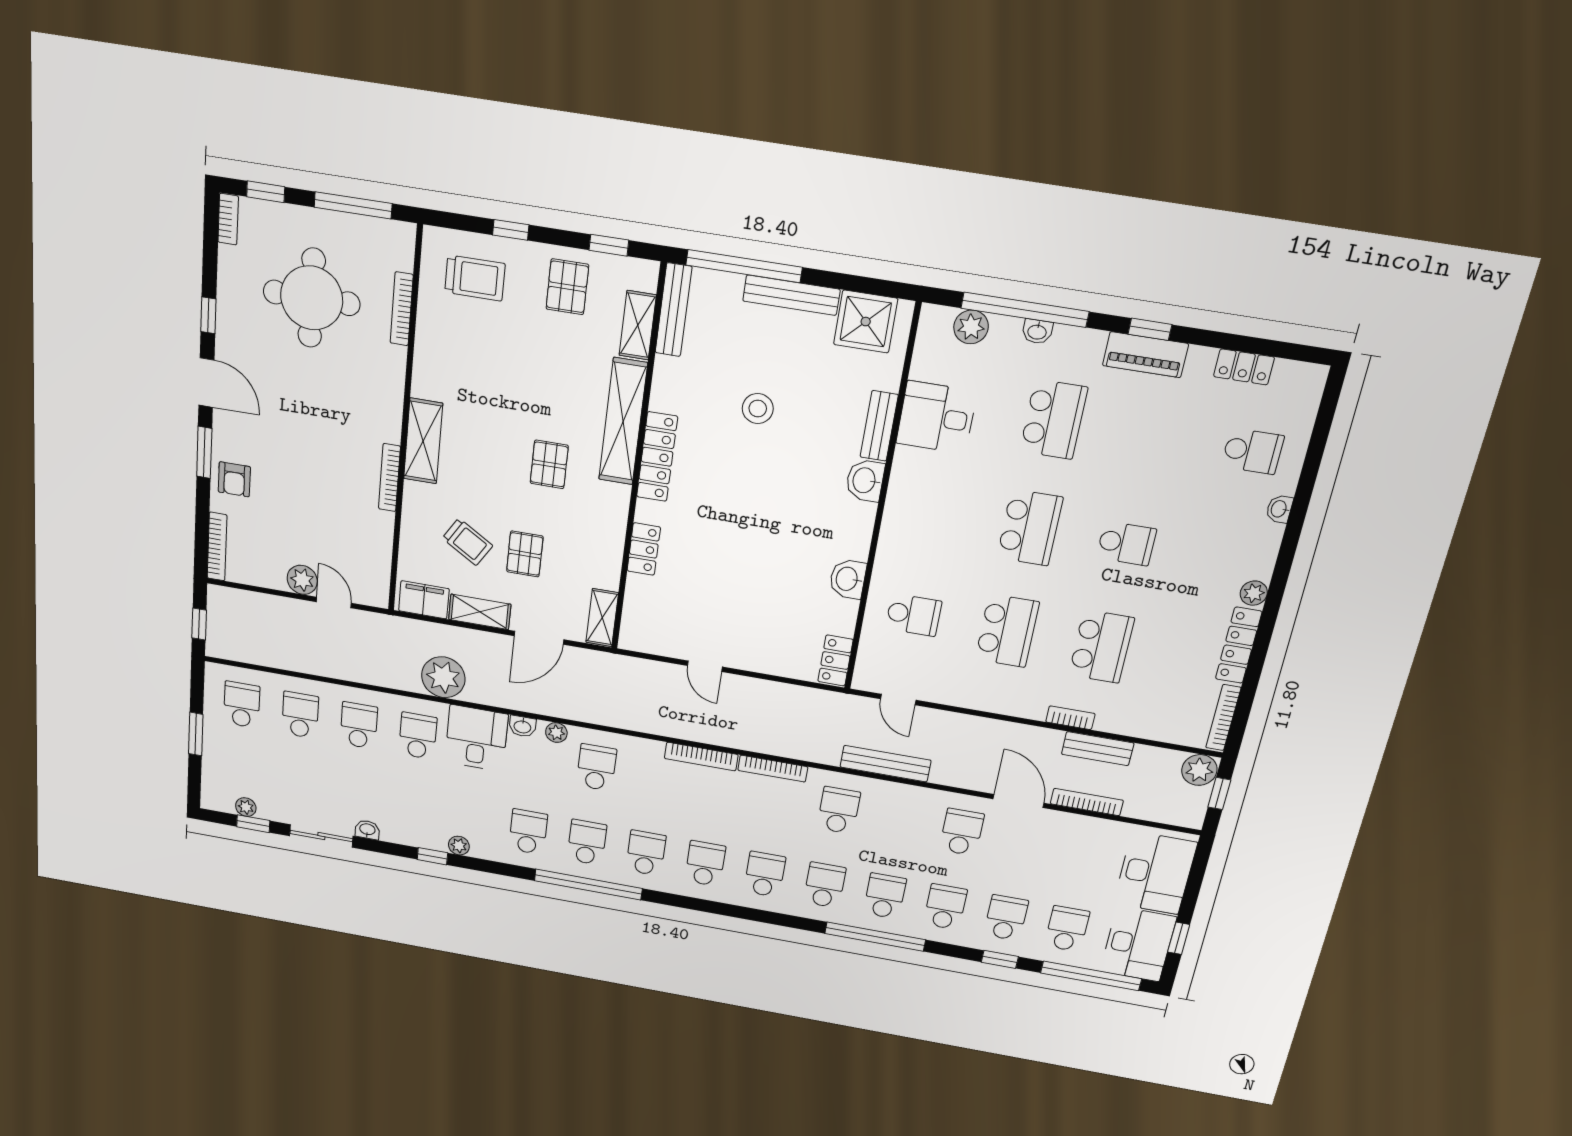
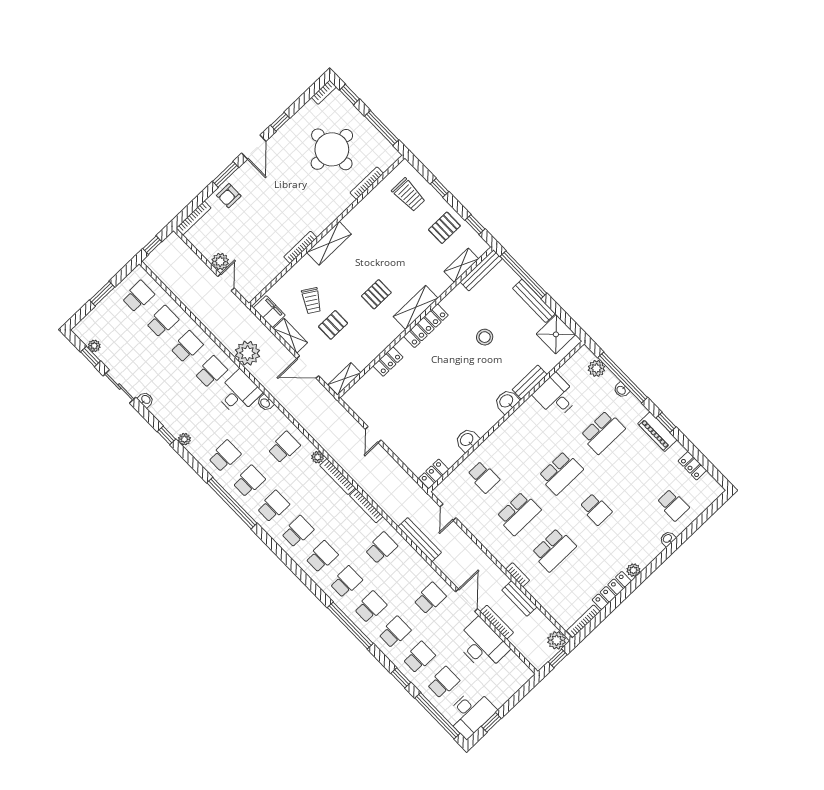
shelving: (623, 422) -> (416, 307), width x0.68
plant: (556, 733) -> (318, 457), moved
desk: (1155, 873) -> (482, 645), moved, turned -90

